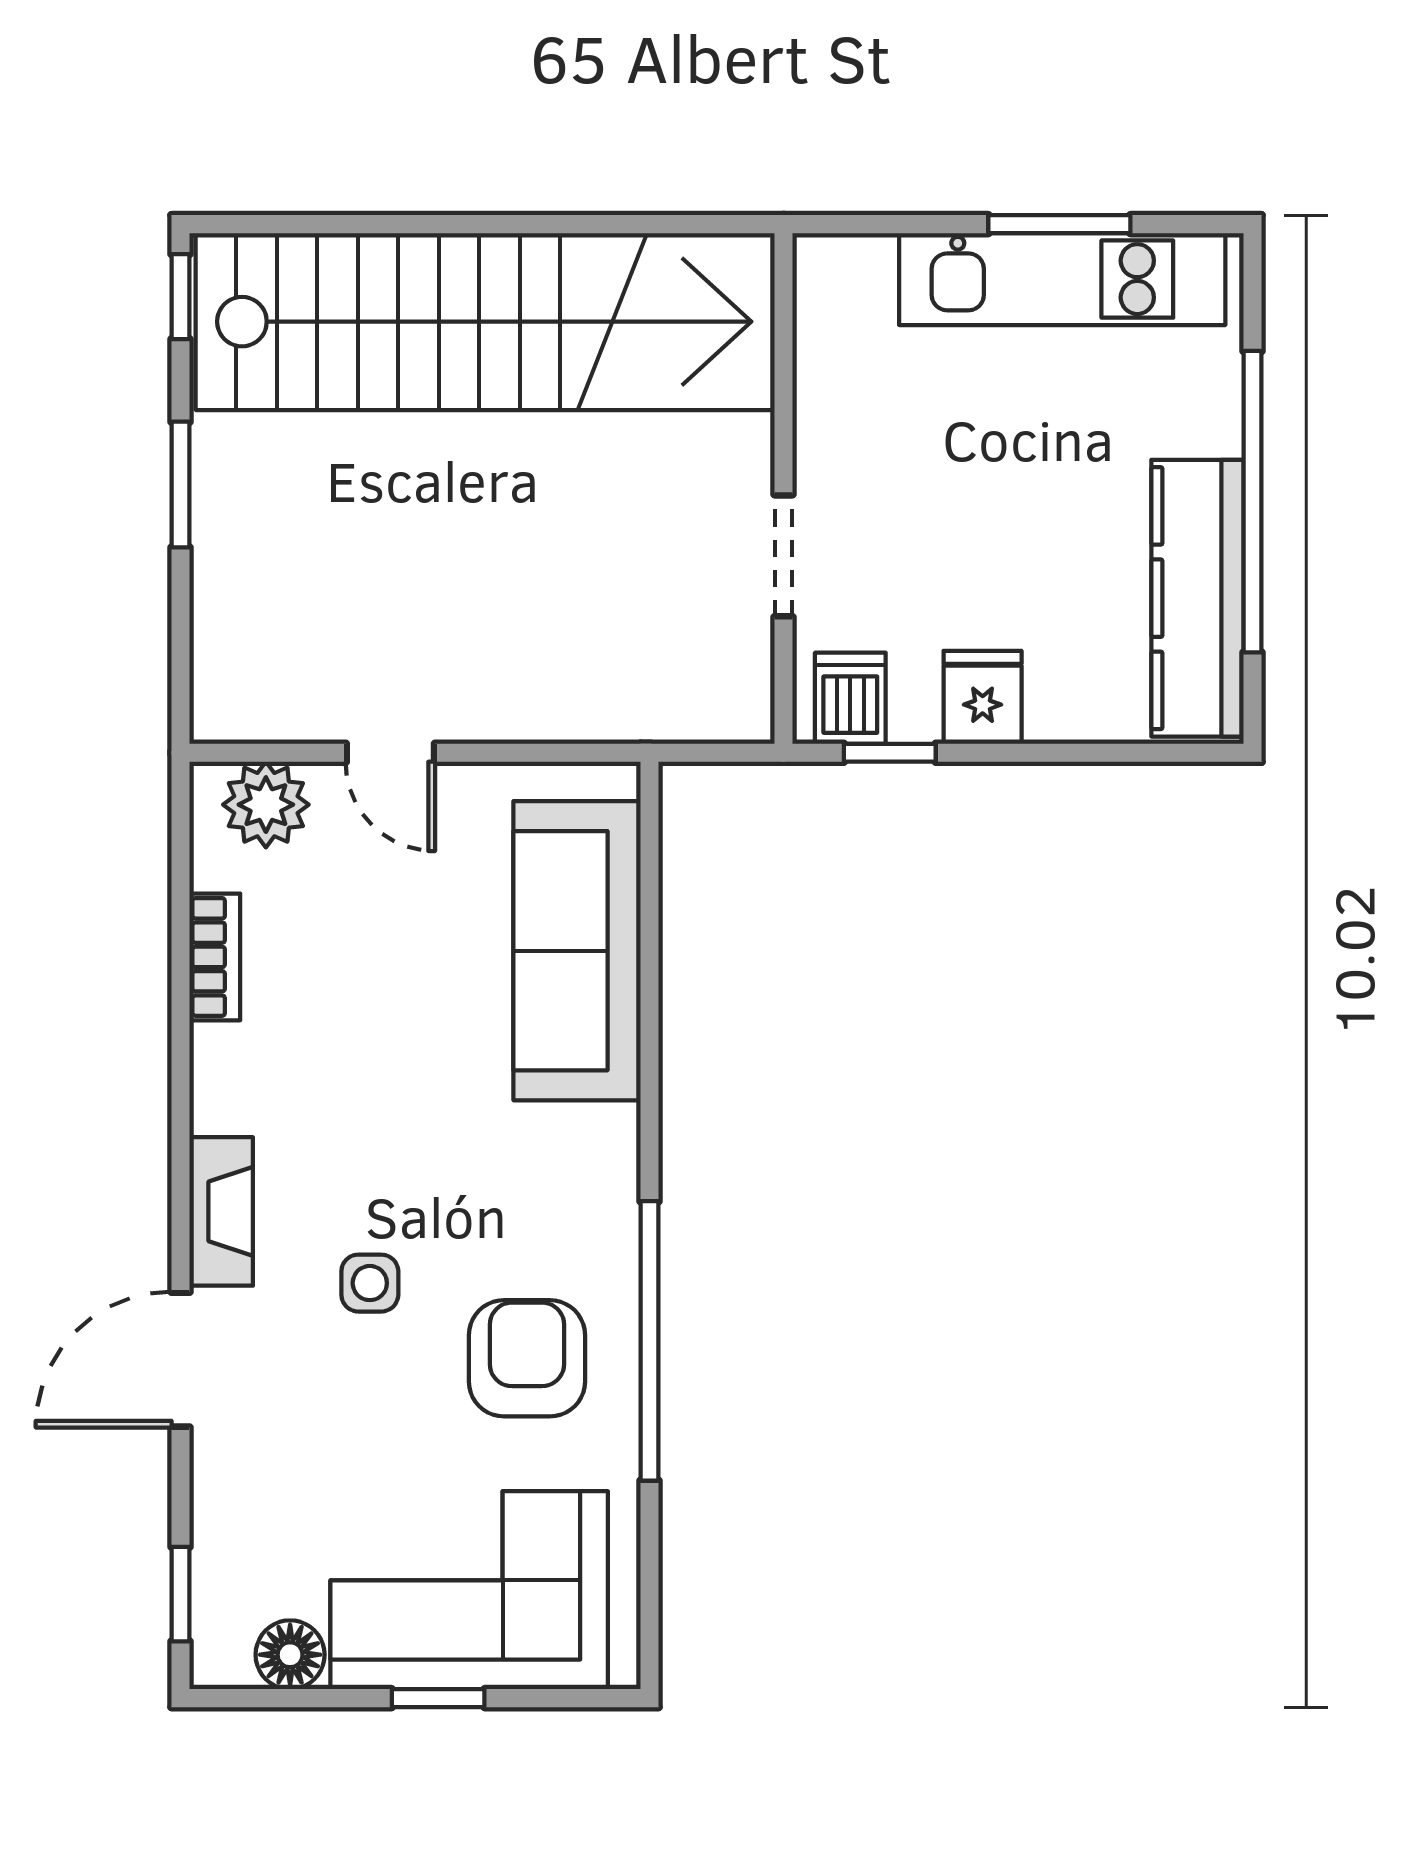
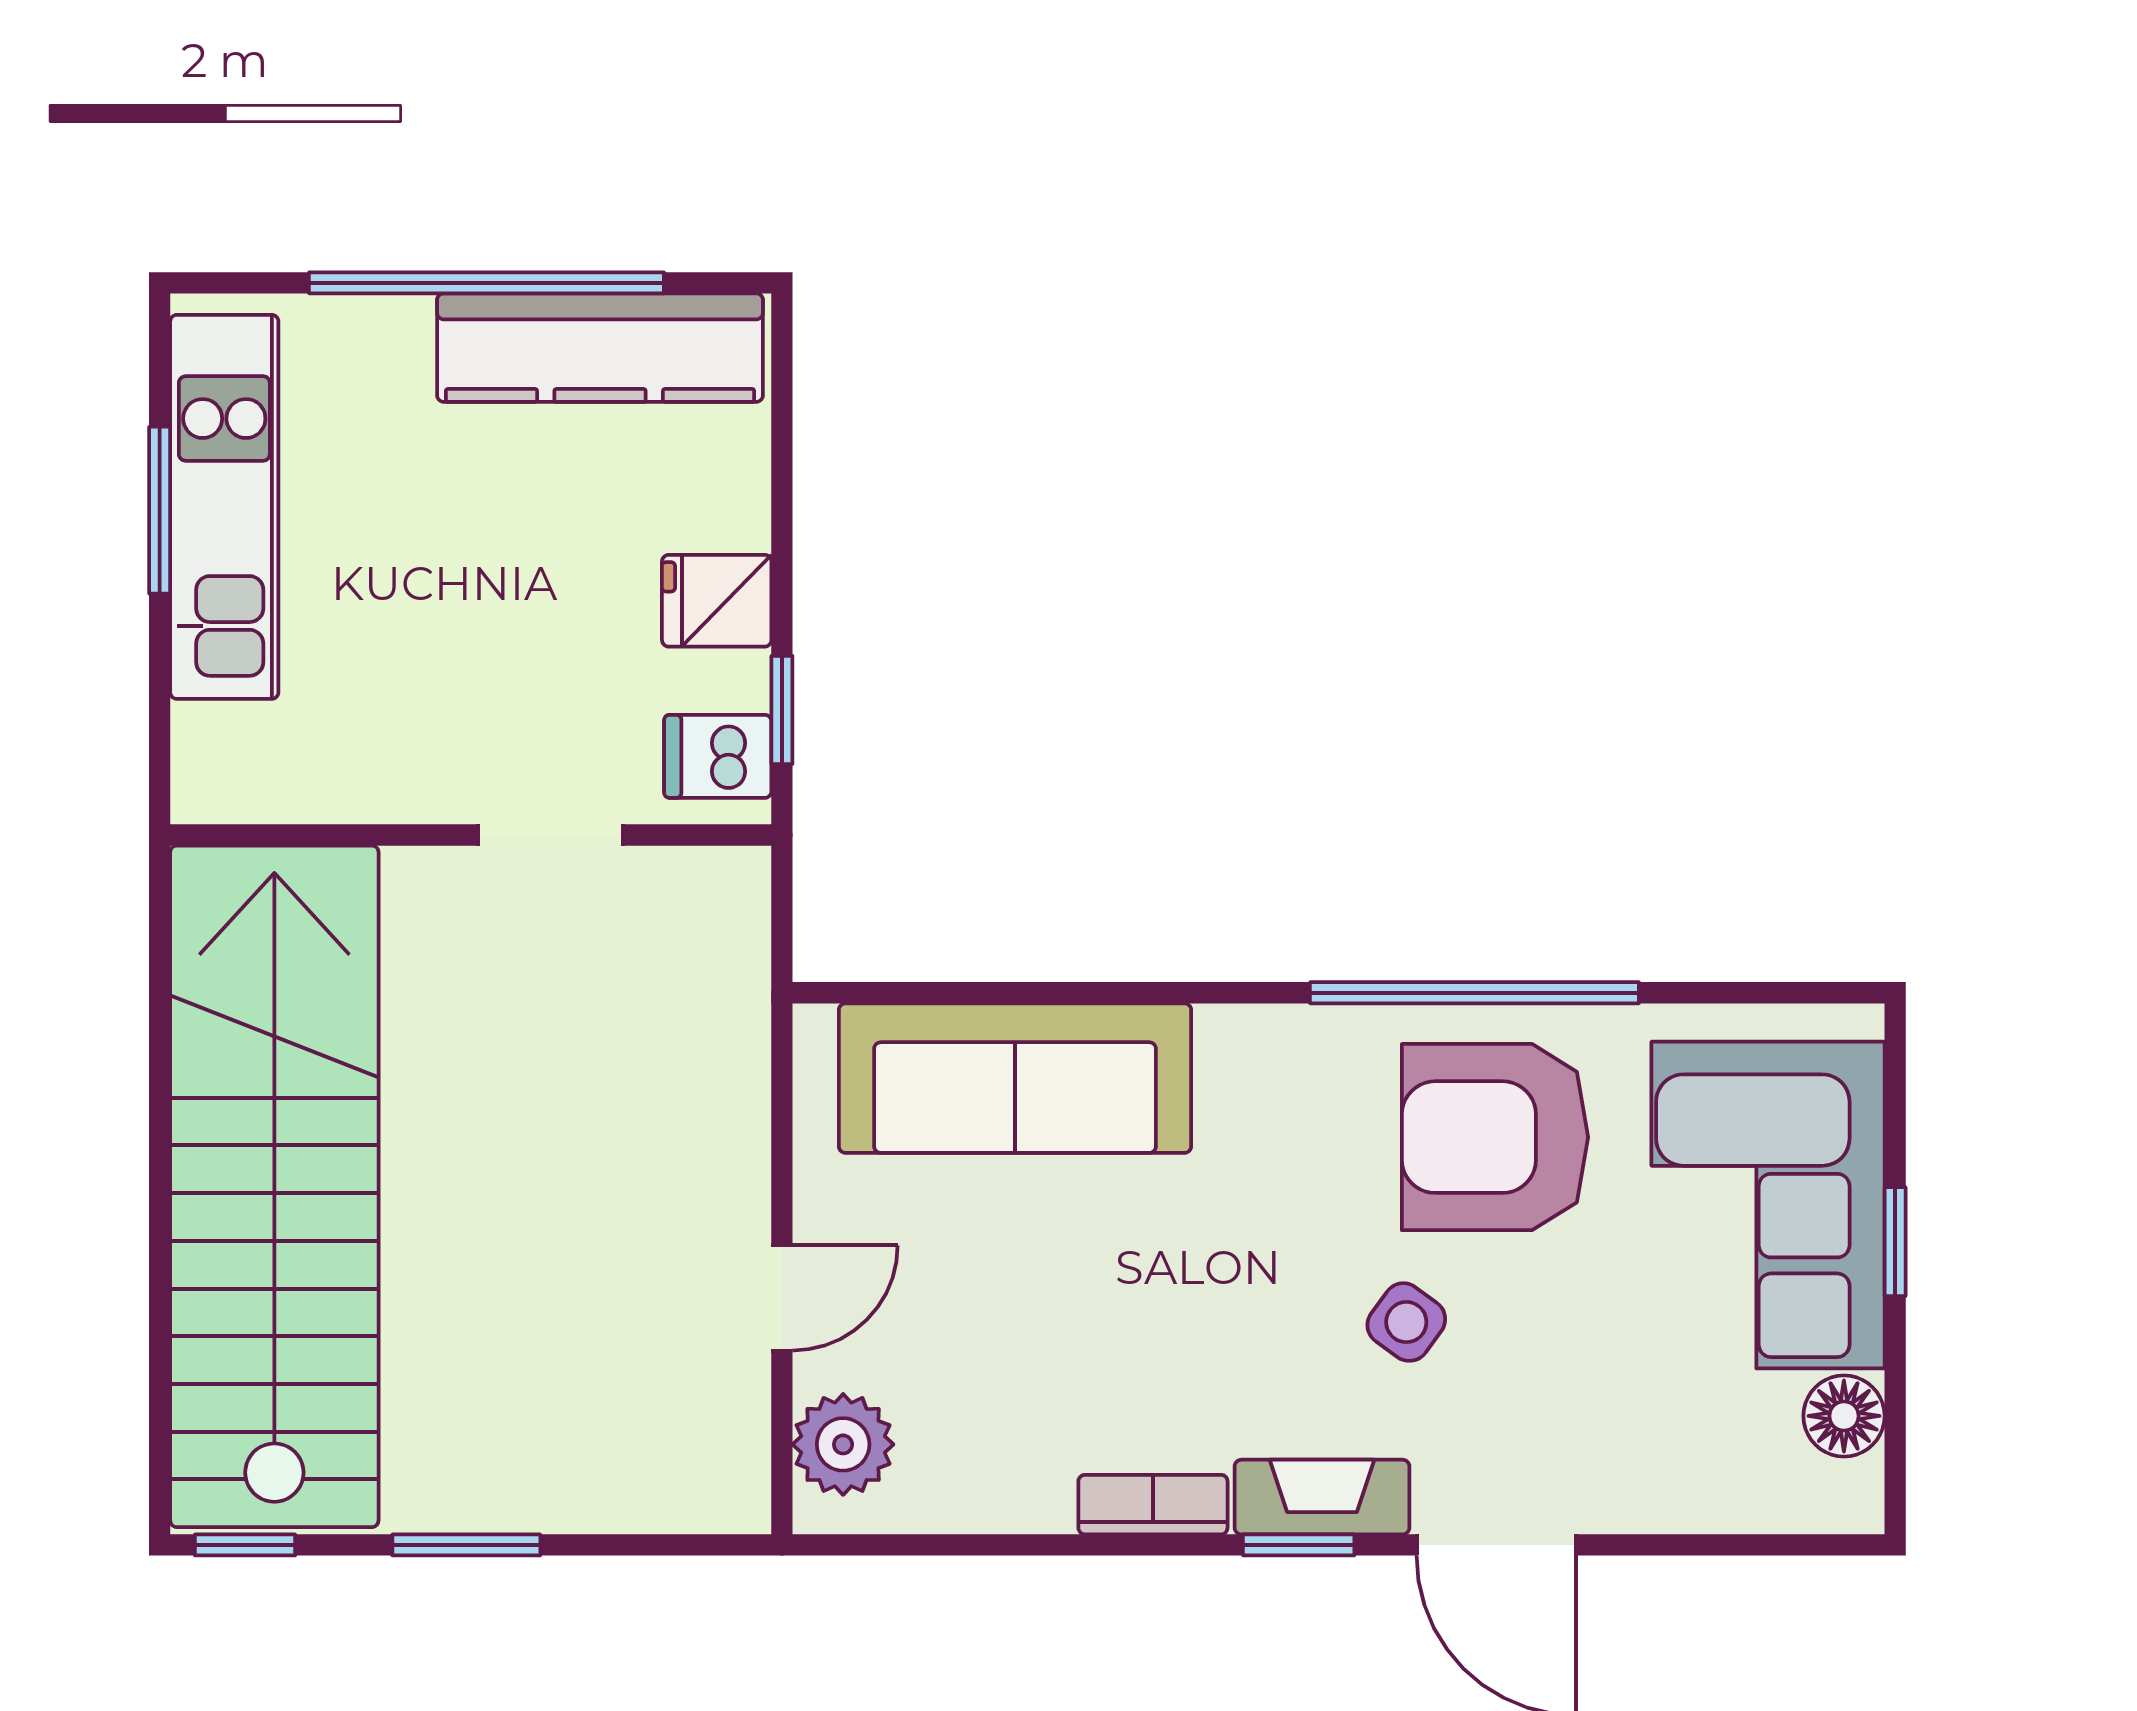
bookcase: (215, 957) -> (1153, 1505), moved
side table: (370, 1283) -> (1406, 1322), turned 36
armchair: (527, 1358) -> (1495, 1137), width x1.36, depth x1.36
window: (181, 1594) -> (1299, 1545), moved

